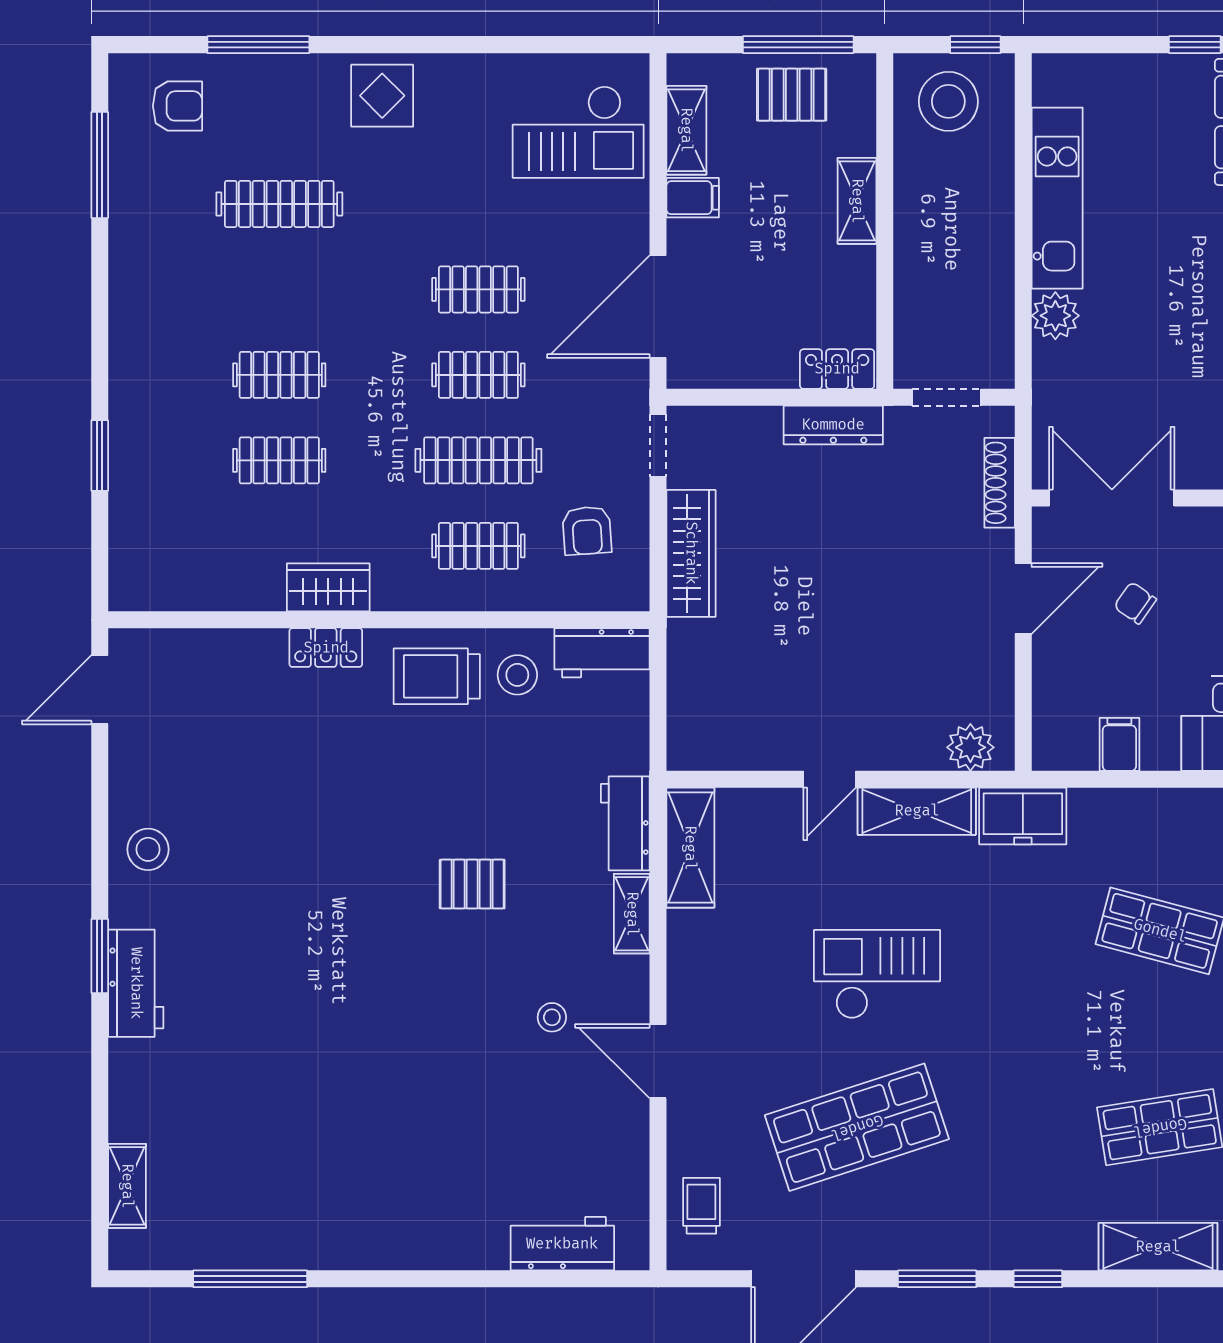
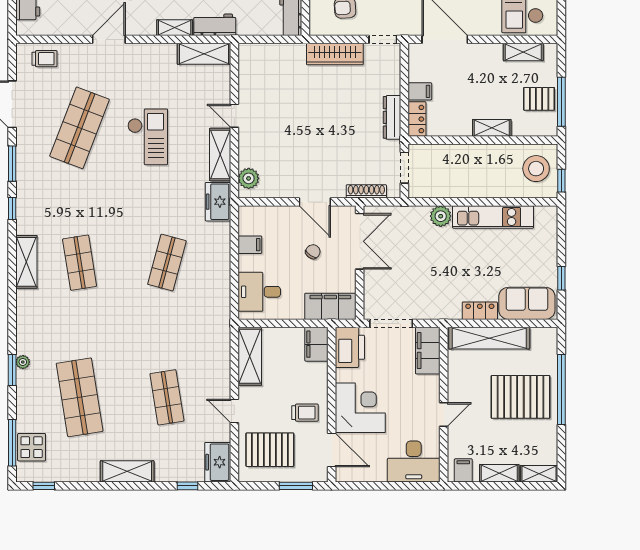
pallet: (792, 95) -> (539, 99), turned 90
filing cabinet: (693, 198) -> (420, 91), moved, turned -90
shop shelf: (857, 1127) -> (80, 128), turned 39

